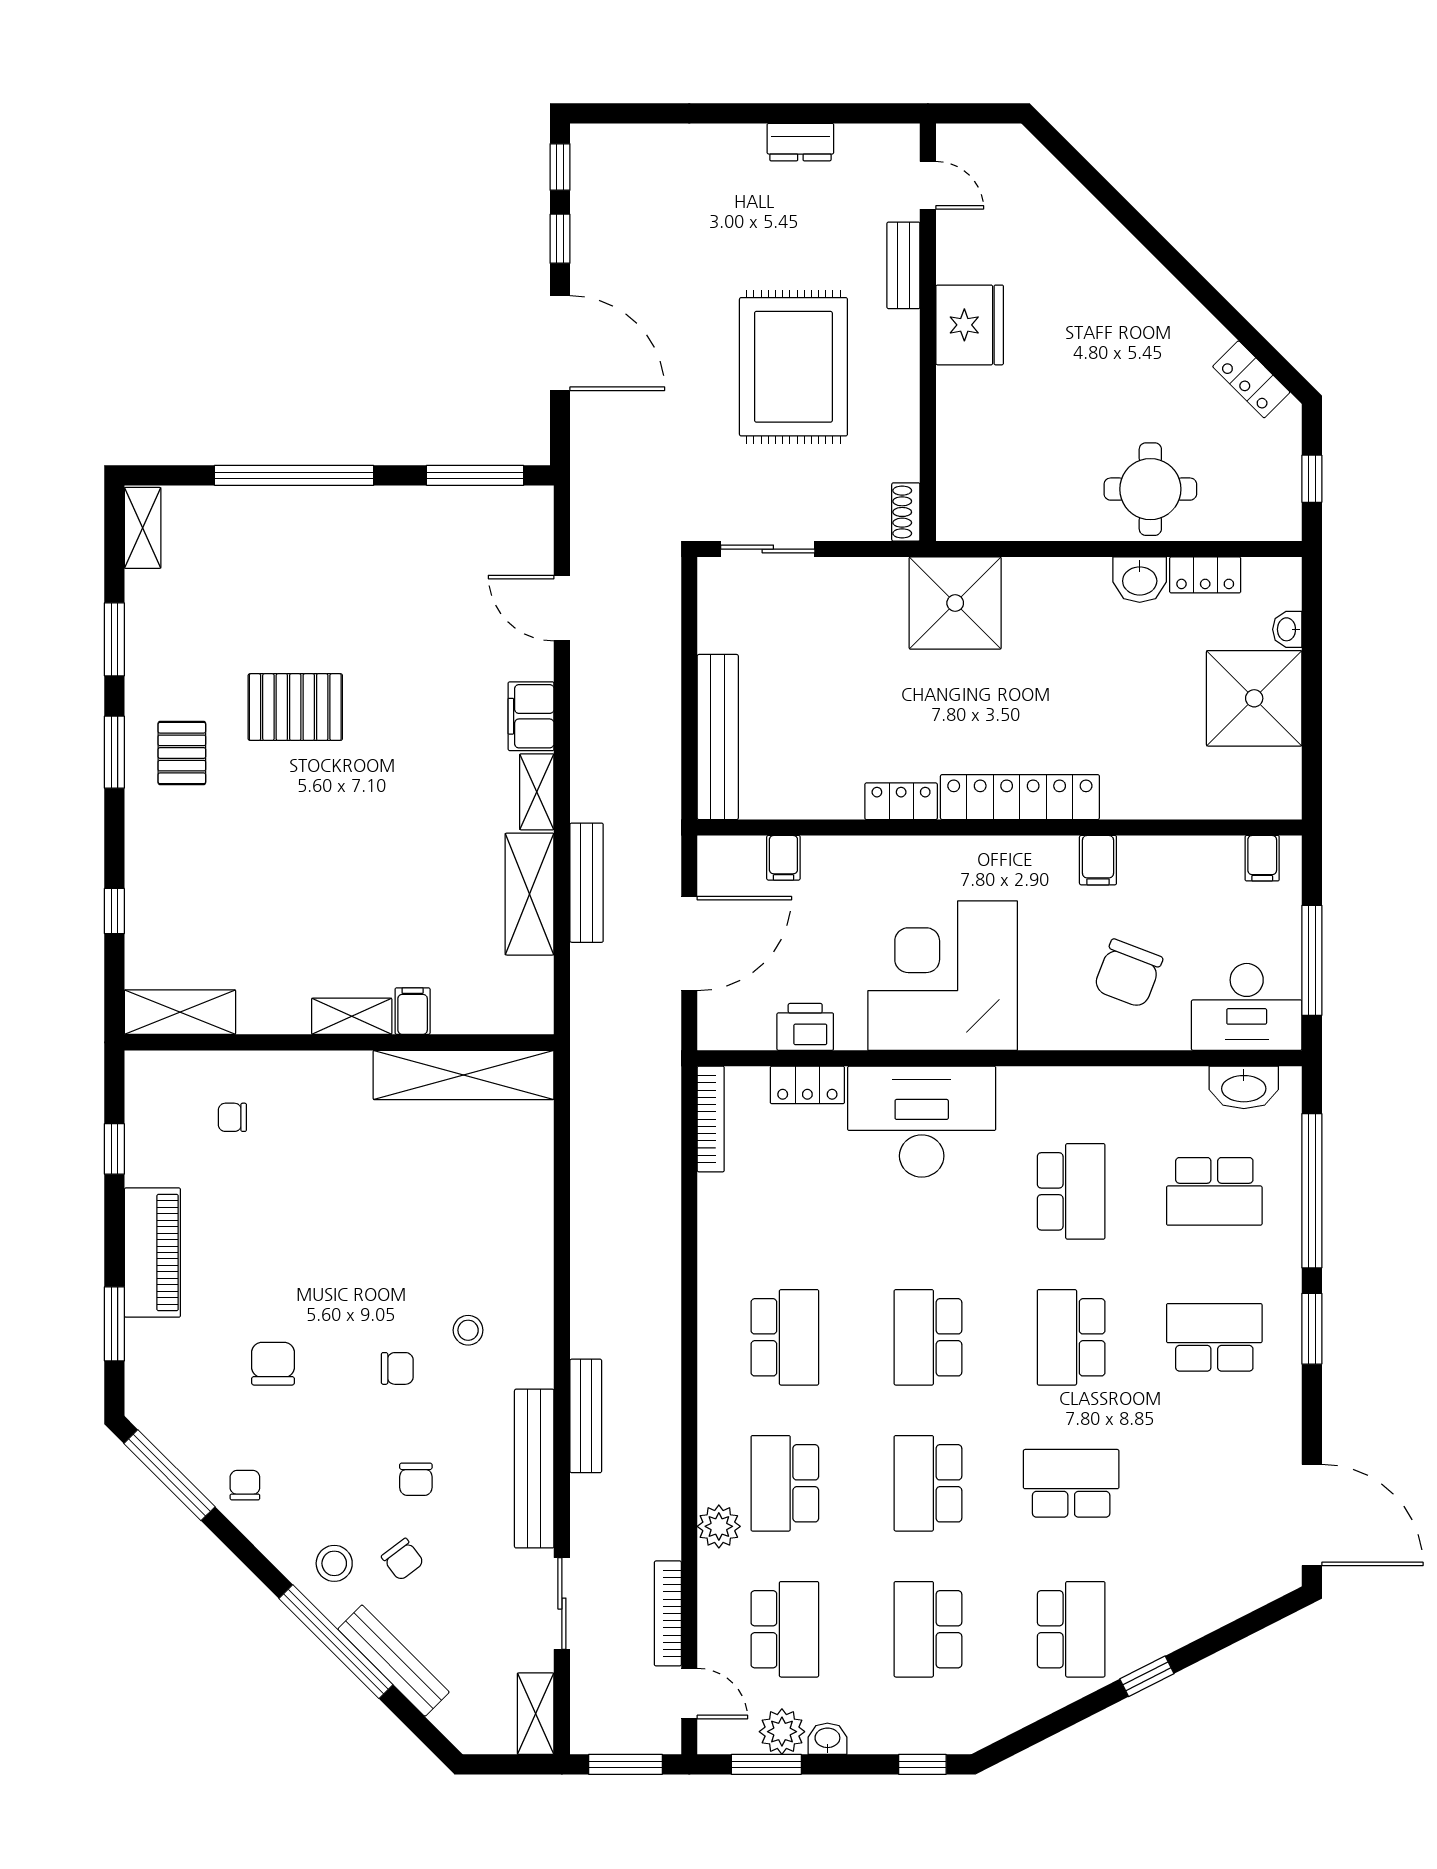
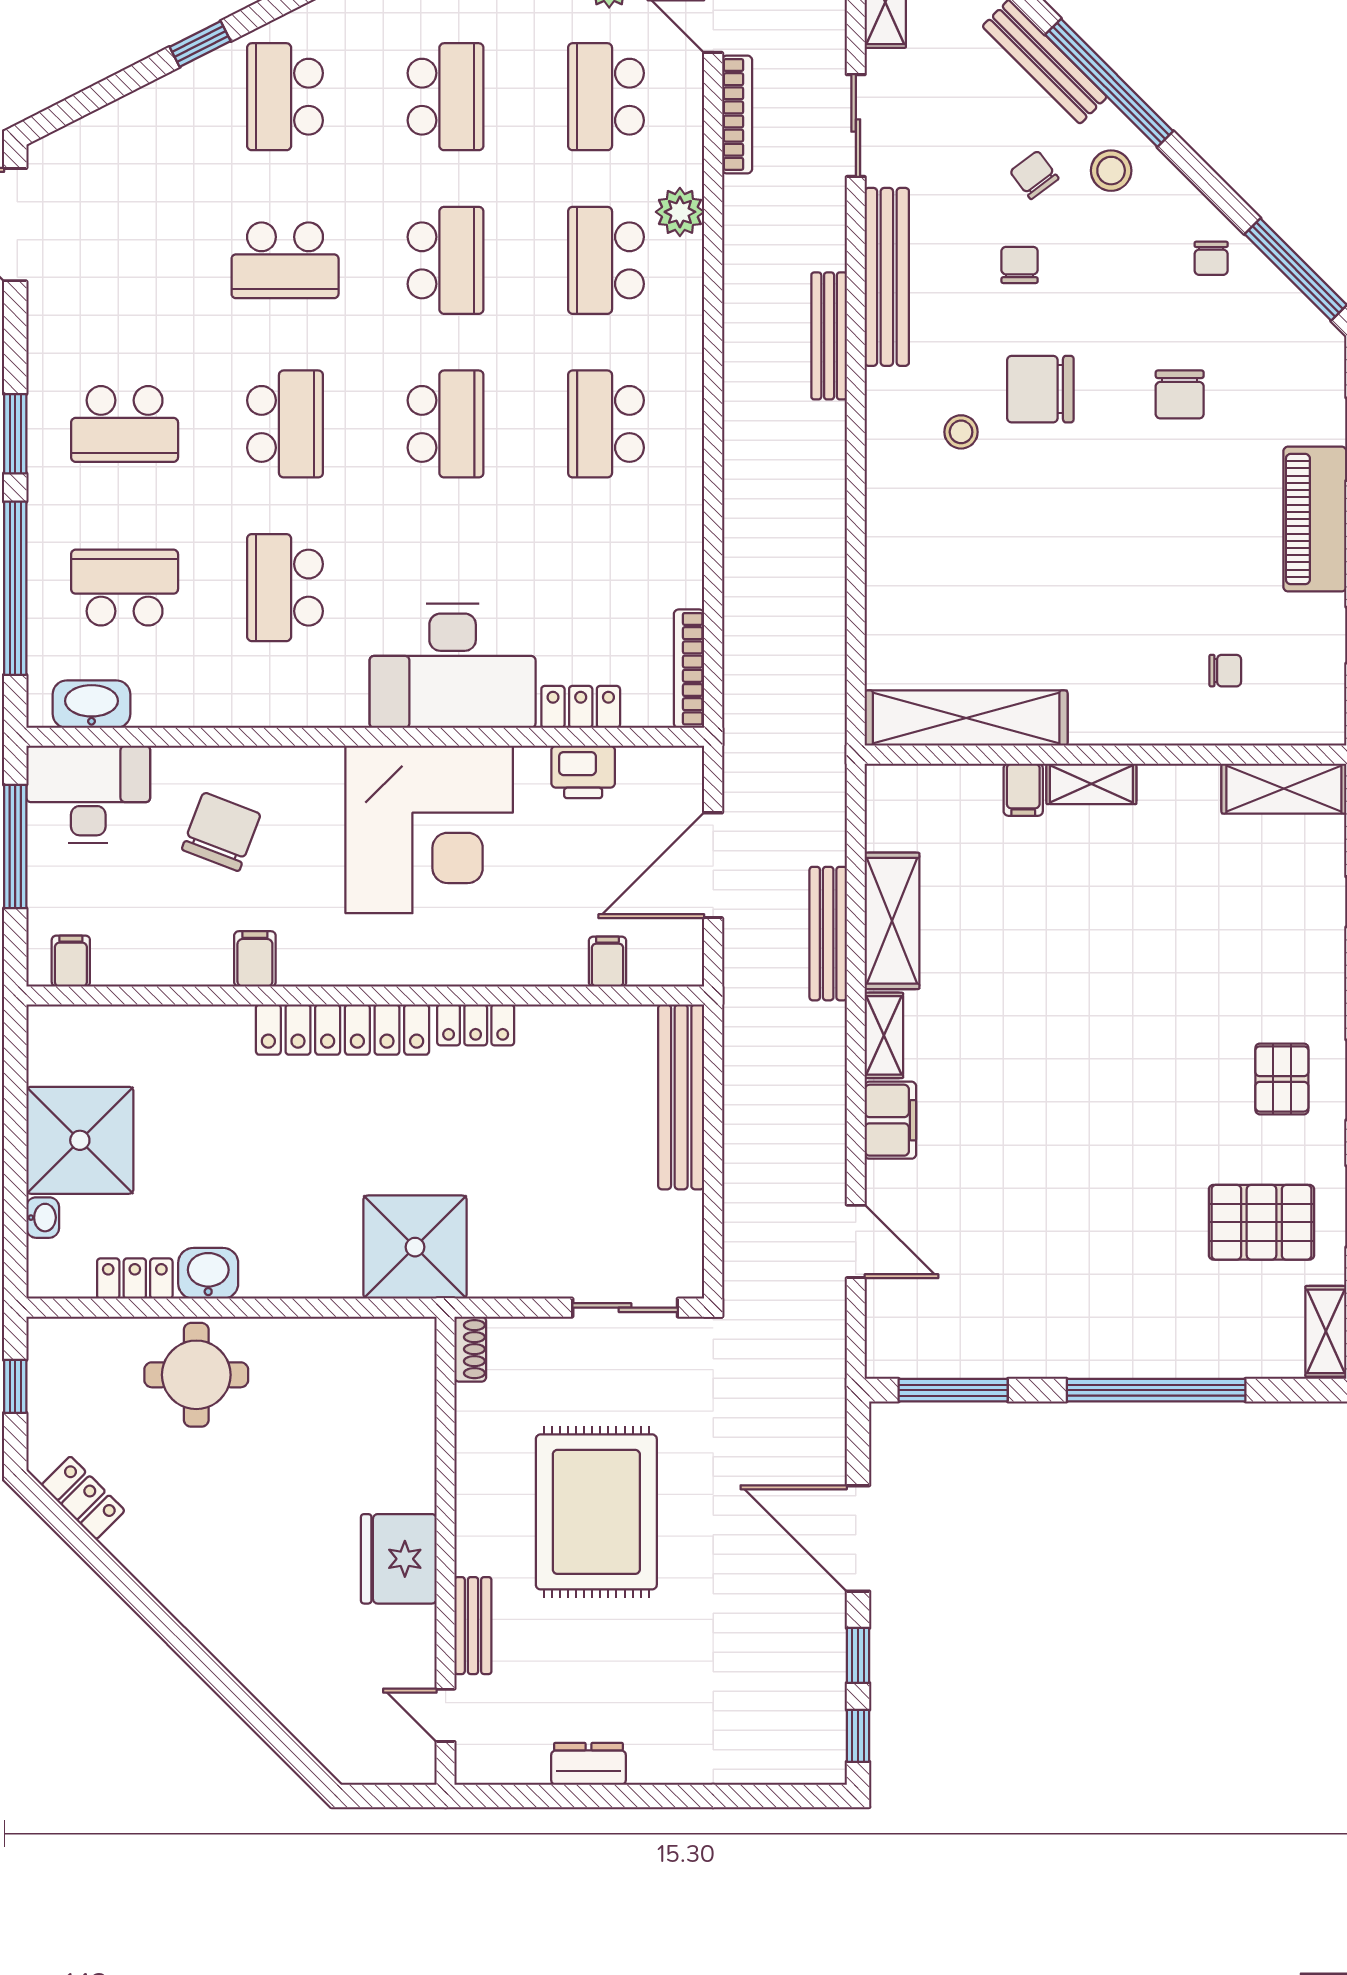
pallet: (295, 707) -> (1261, 1222), moved
chair: (397, 1368) -> (1040, 389), width x1.87, depth x1.87
school desk: (785, 1483) -> (606, 260), turned 180

